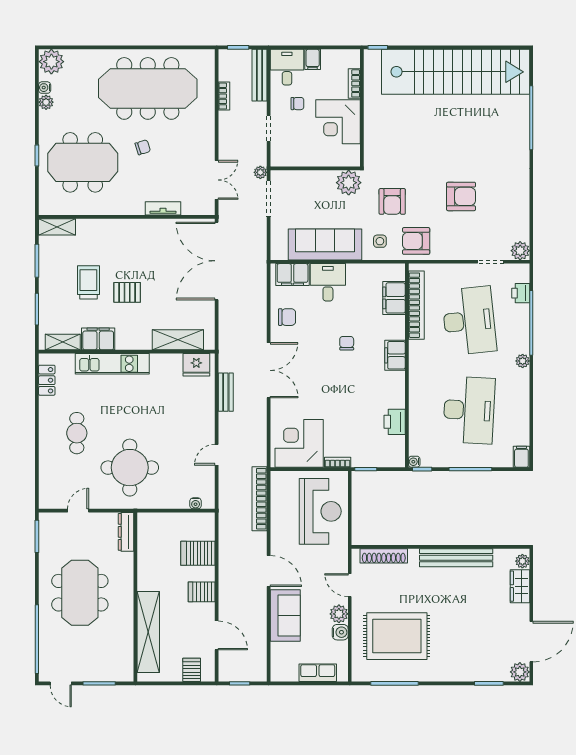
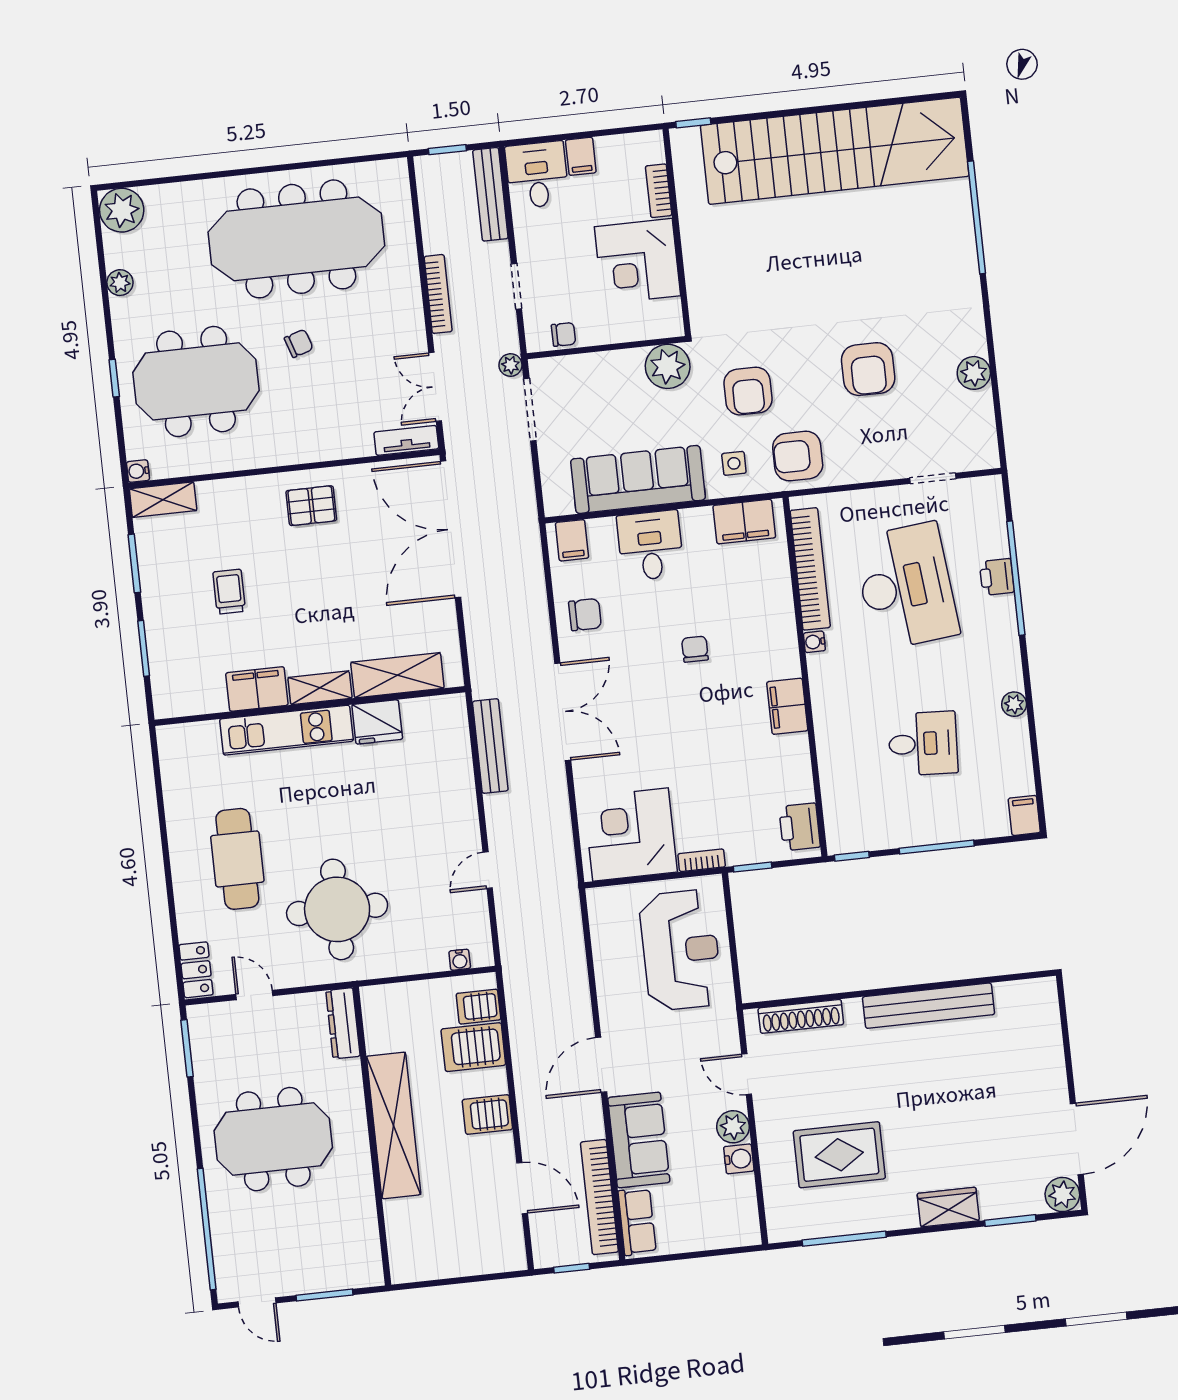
water cooler: (45, 88) -> (138, 471), moved
bookcase: (224, 96) -> (438, 294), moved, width x1.56
chair: (297, 104) -> (563, 334), moved
double door: (217, 180) -> (435, 387), swing flipped
armchair: (461, 196) -> (868, 369), turned 90
tv unit: (163, 208) -> (406, 440), moved
plant: (520, 251) -> (974, 373), moved
filing cabinet: (293, 275) -> (572, 540), width x0.50
trolley: (88, 282) -> (229, 592), width x0.73, depth x0.72
pallet: (127, 292) -> (311, 506), moved
printer: (521, 293) -> (997, 577), moved
filing cabinet: (394, 298) -> (744, 522), moved, turned -90
shelving: (63, 342) -> (320, 688), moved
filing cabinet: (395, 355) -> (787, 706), moved
plant: (523, 361) -> (1014, 704), moved
fridge: (196, 365) -> (377, 722), moved
locker: (47, 380) -> (196, 970), moved
bench: (226, 392) -> (490, 746), width x1.36
desk: (469, 410) -> (923, 744), width x0.53, depth x0.77
printer: (395, 422) -> (800, 827), moved
cafe table: (77, 433) -> (237, 859), width x1.37, depth x1.35
water cooler: (414, 462) -> (814, 642), moved
bookcase: (260, 499) -> (599, 1197), moved
door: (78, 511) -> (254, 995), hinge flipped
plant: (522, 561) -> (1046, 999), removed
door: (269, 571) -> (601, 1065), swing flipped
wardrobe: (520, 586) -> (948, 1207), moved, turned 90
meeting table: (80, 593) -> (273, 1139), turned 90
shelving: (148, 632) -> (394, 1125), moved
rug: (397, 636) -> (839, 1155), width x0.73, depth x0.69
server rack: (192, 670) -> (478, 1007), moved, turned -90
row of seats: (318, 673) -> (637, 1222), moved, turned 90

